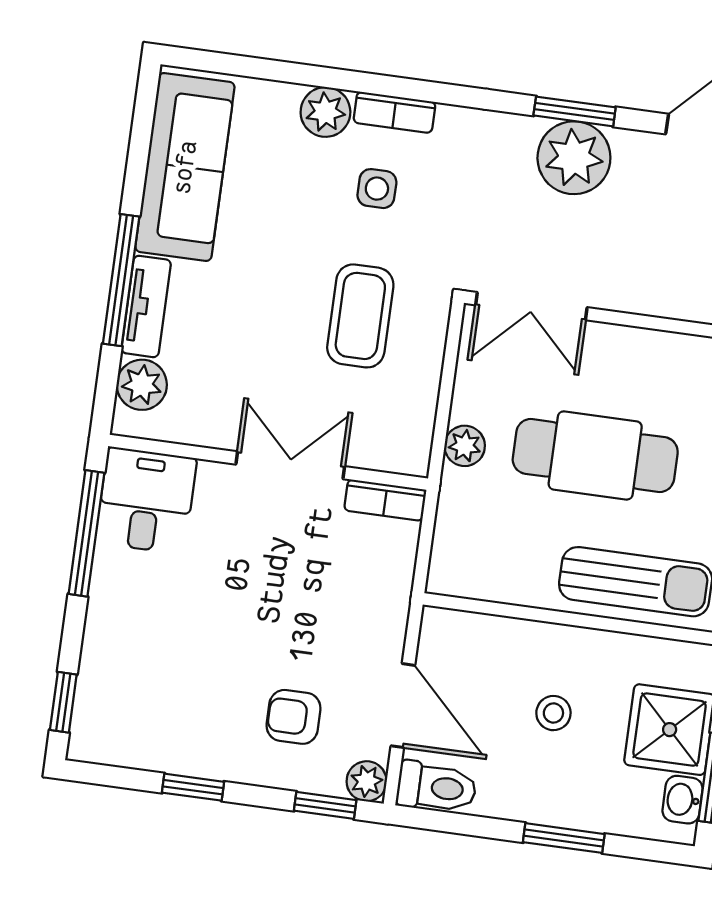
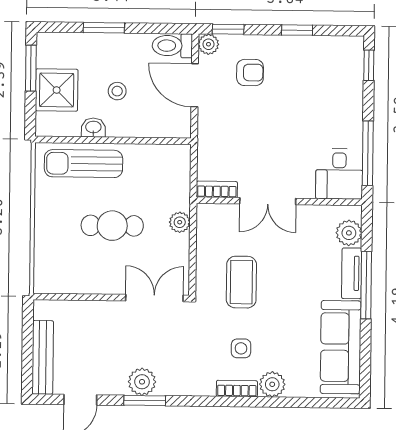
plant: (574, 158) -> (142, 382), width x0.73, depth x0.73
cafe table: (595, 455) -> (112, 226), width x0.73, depth x0.74
washbasin: (683, 800) -> (93, 128), moved, turned -90

